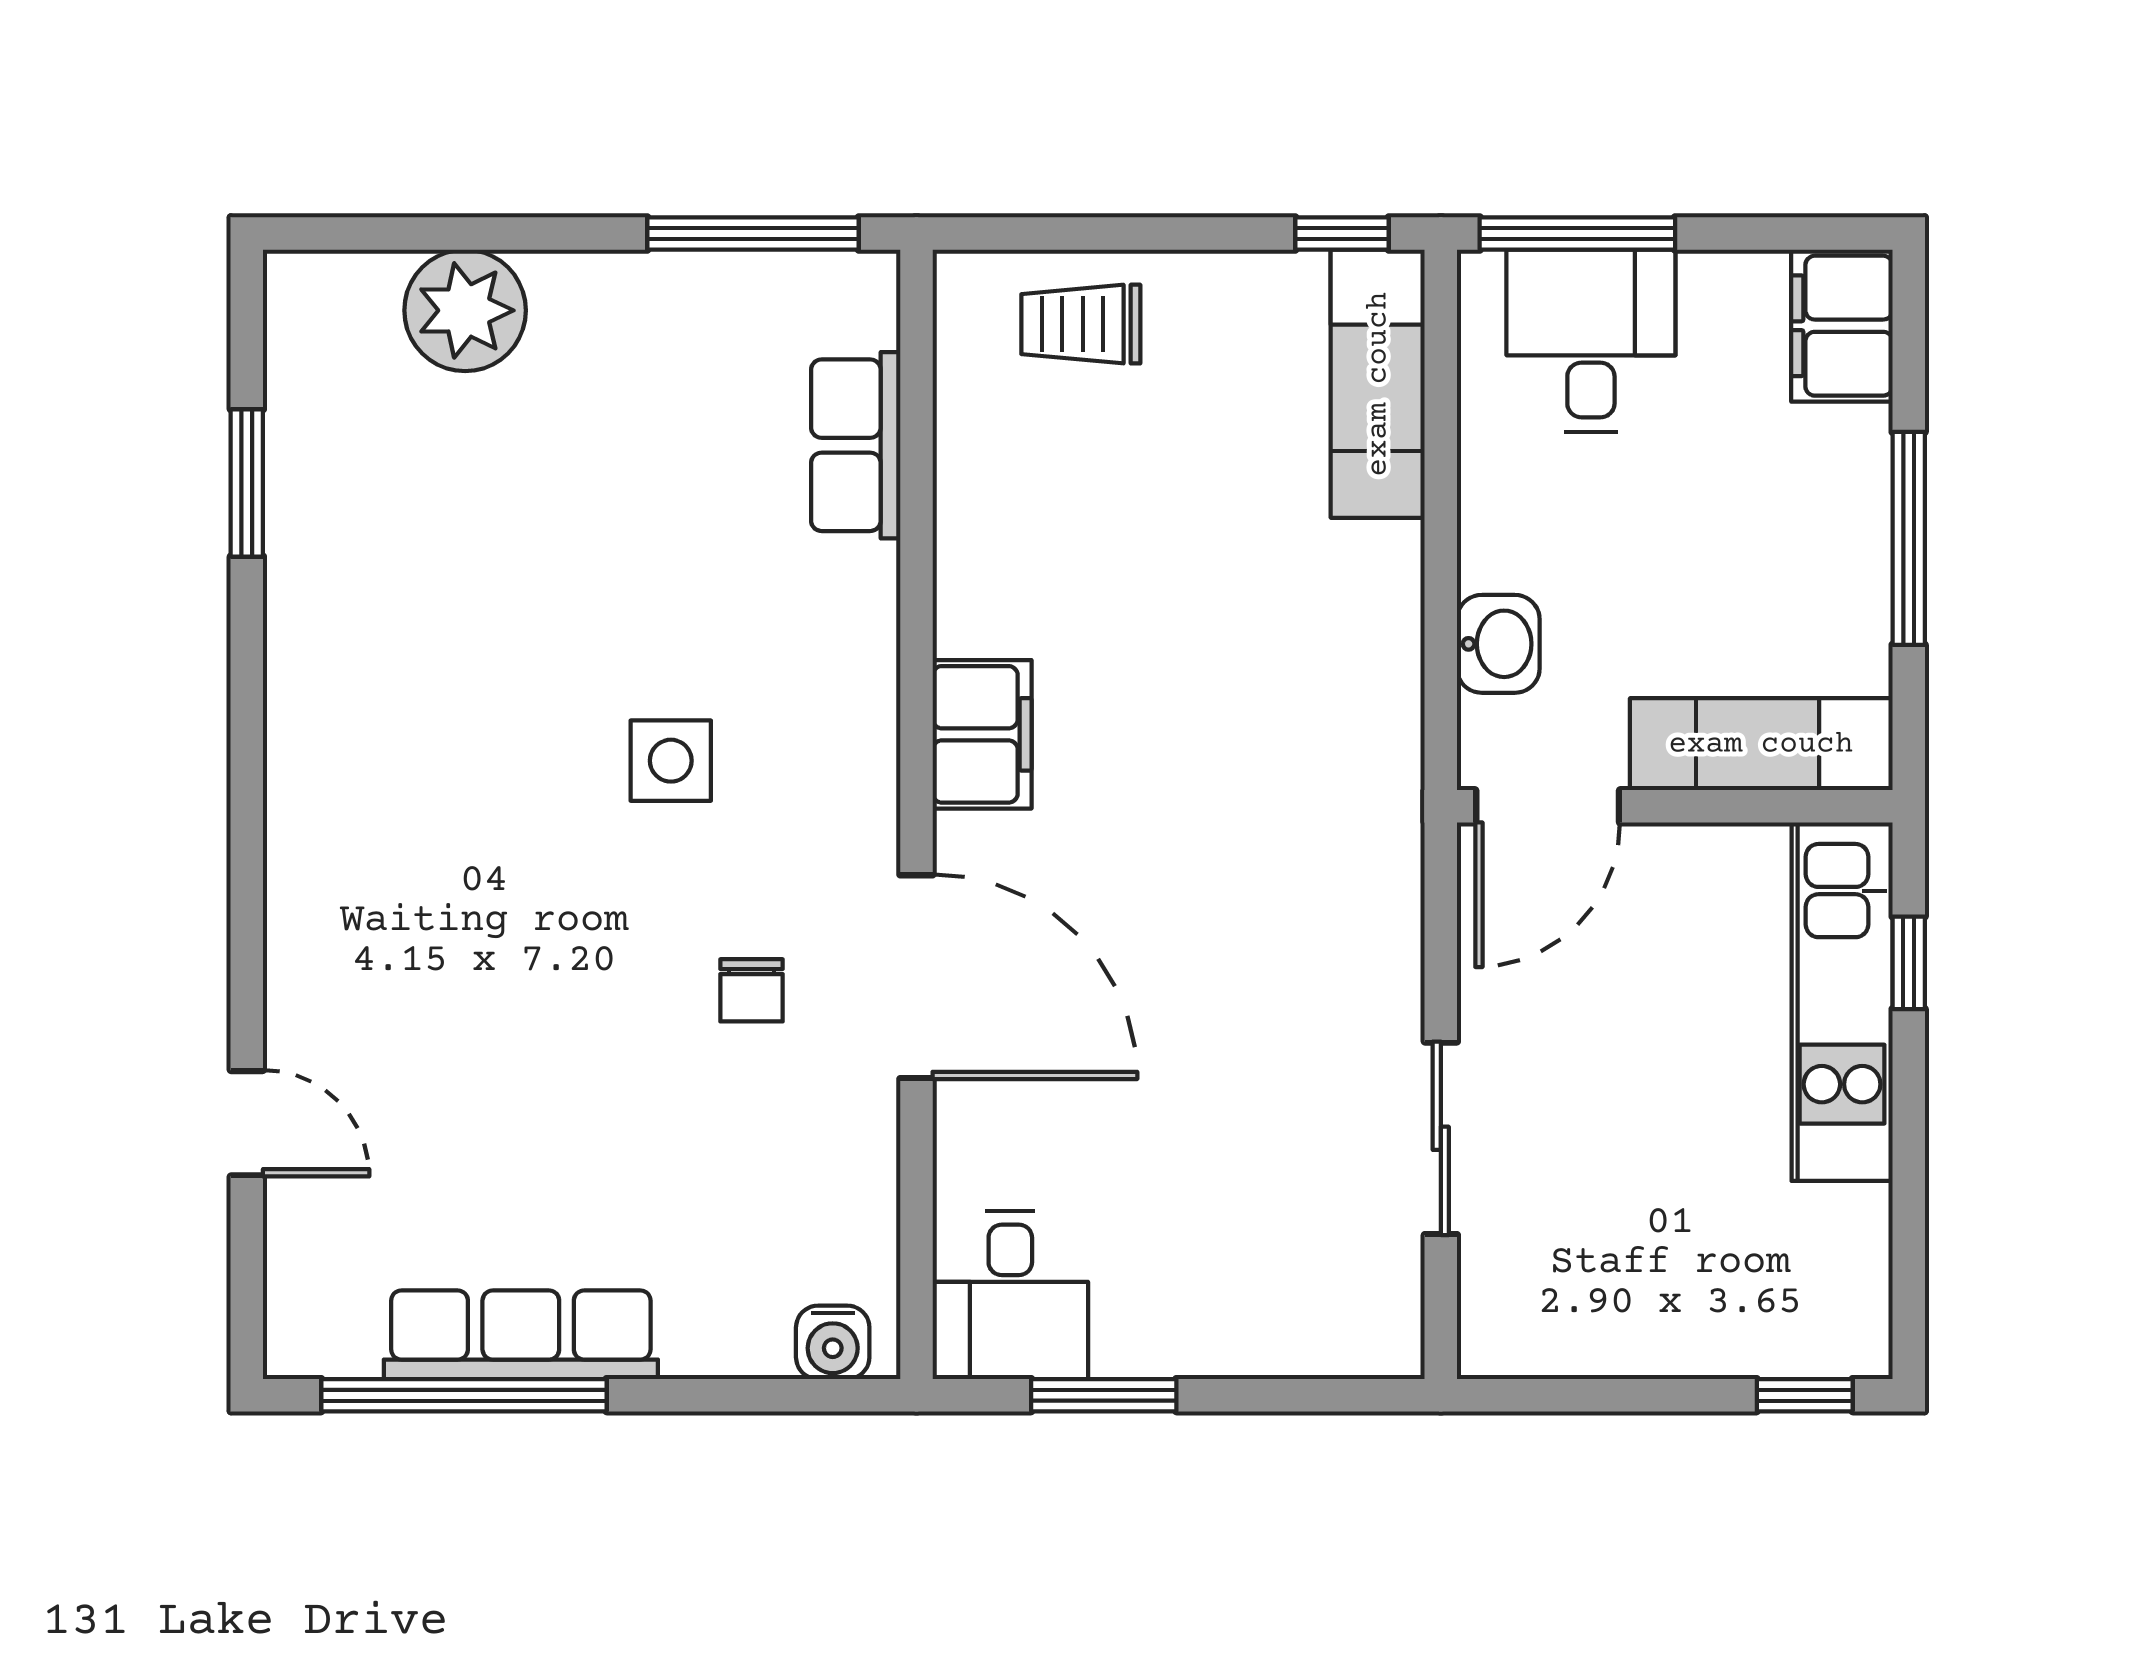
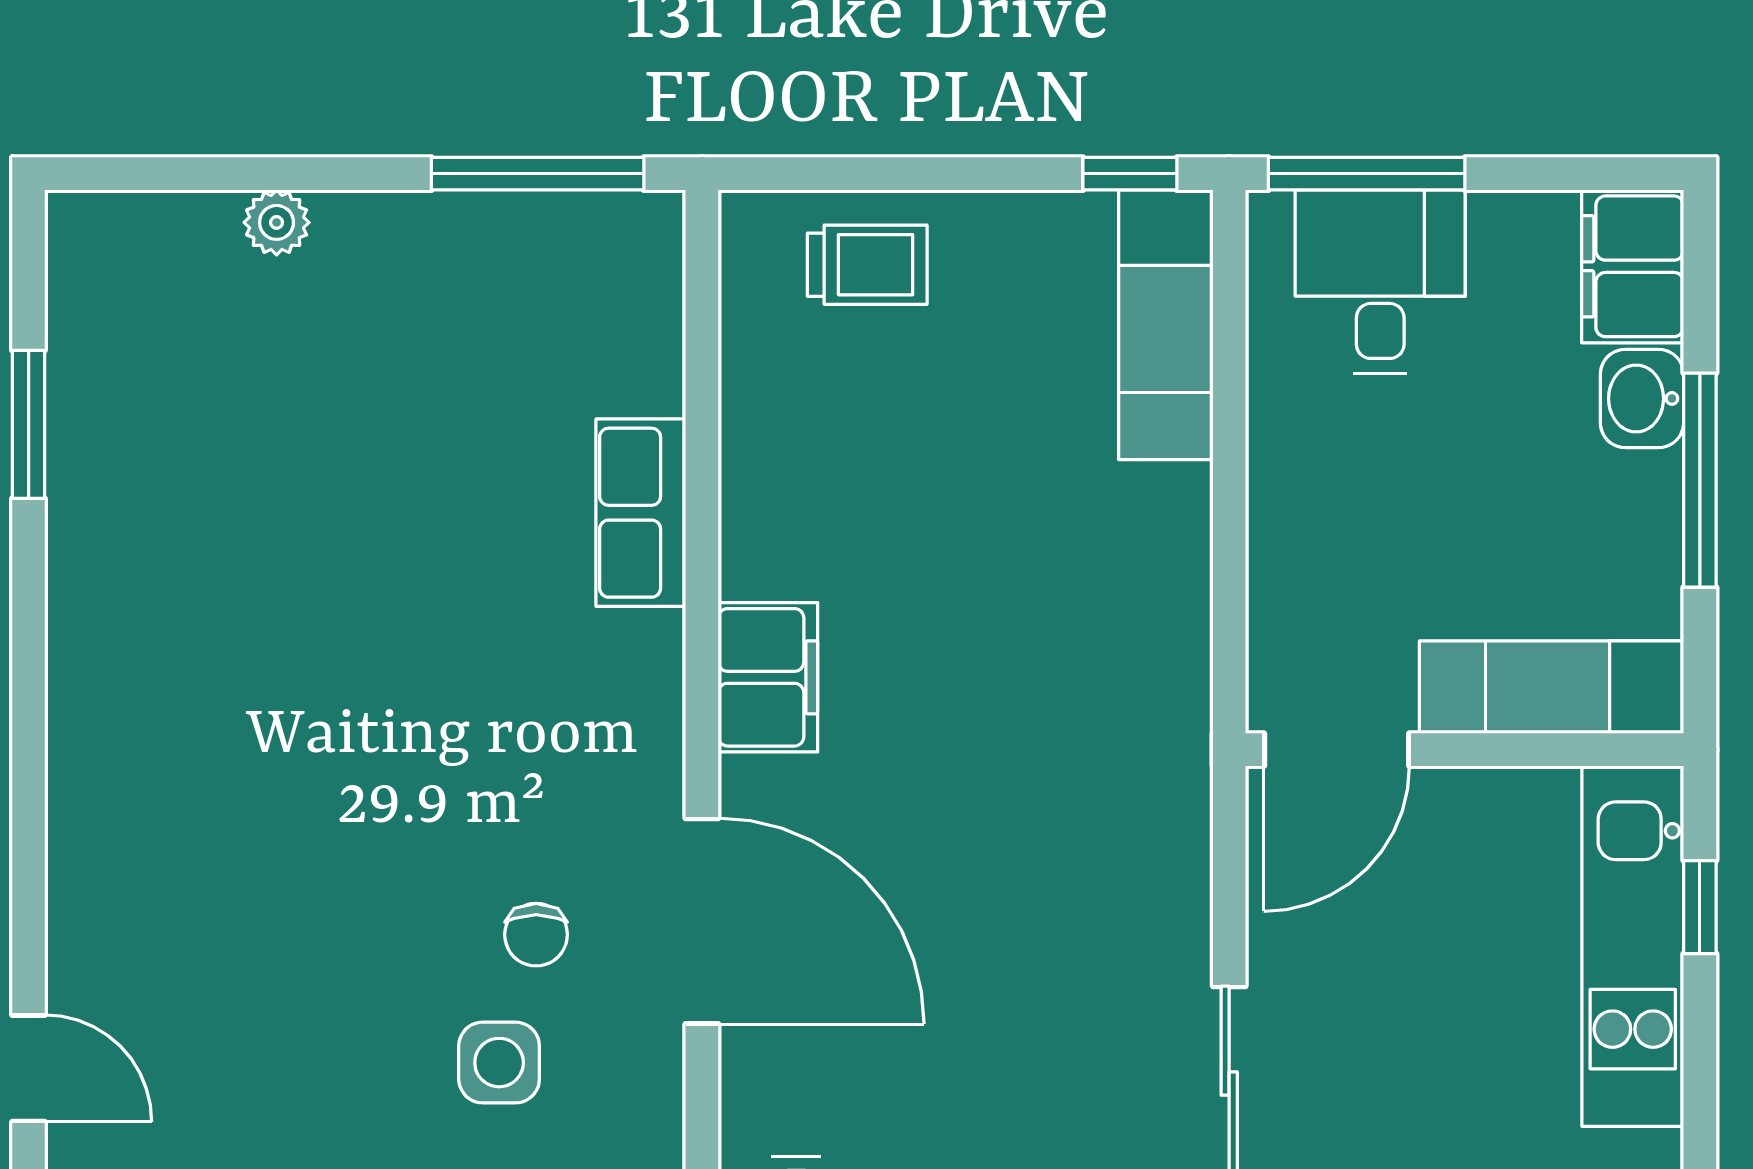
plant: (465, 310) -> (277, 222), width x0.53, depth x0.53
trolley: (1081, 324) -> (867, 265), turned 180
row of seats: (856, 445) -> (641, 513), moved
washbasin: (1498, 644) -> (1642, 398), moved, turned 180
side table: (671, 761) -> (499, 1063), moved

